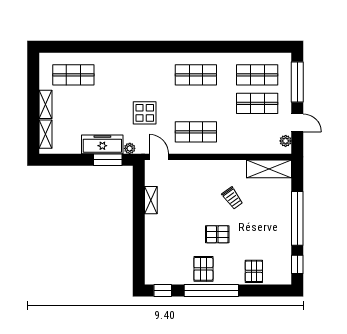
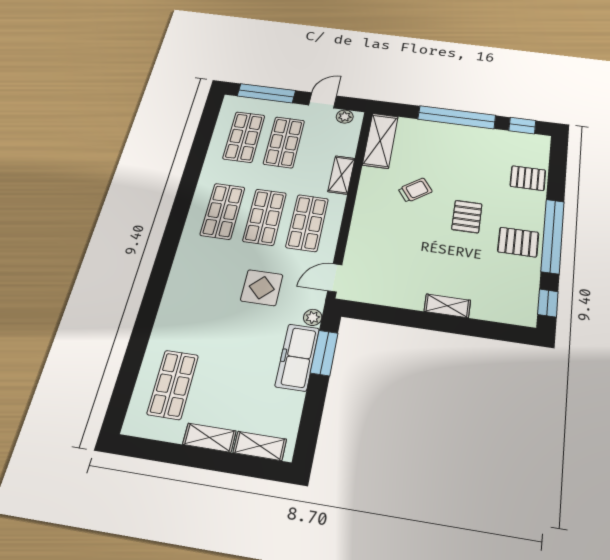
shop shelf: (196, 103) -> (265, 217), added
shelving: (237, 147) -> (341, 175), added
shelving: (151, 200) -> (447, 306), moved

